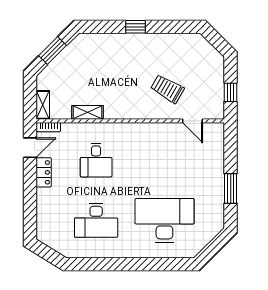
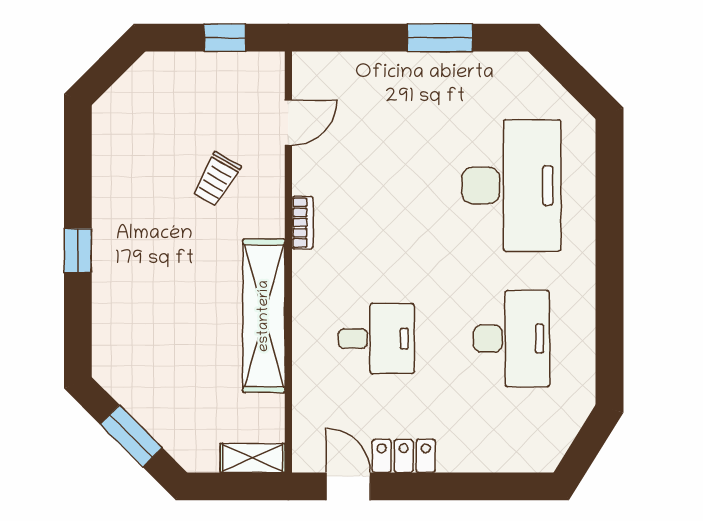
trolley: (167, 89) -> (217, 179), width x0.73, depth x0.72
shelving: (88, 112) -> (264, 316), width x2.20, depth x1.33
bookcase: (49, 127) -> (302, 223), moved
desk: (164, 220) -> (511, 186), turned 180

